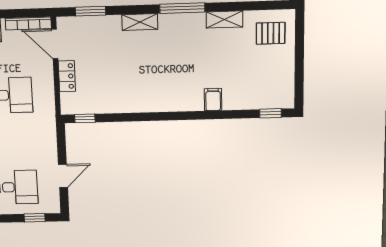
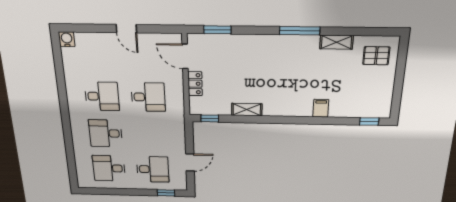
shelving: (140, 22) -> (247, 110), moved
bookcase: (28, 23) -> (162, 38), removed

